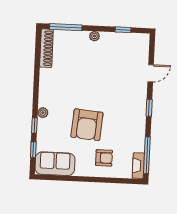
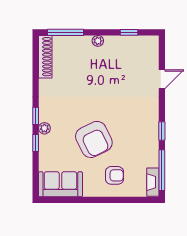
window: (149, 108) -> (162, 131), moved
armchair: (87, 125) -> (94, 139), turned -31
window: (33, 150) -> (36, 116), moved

